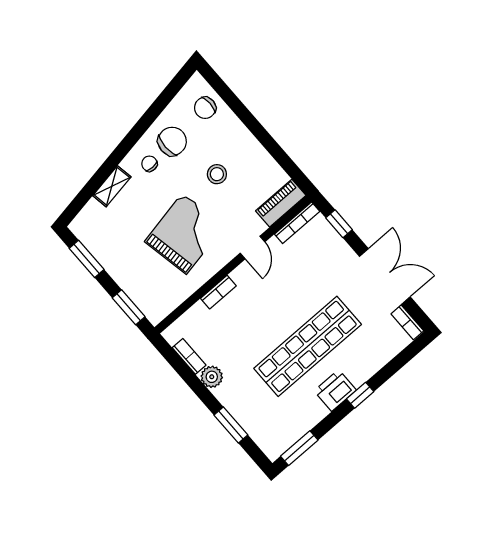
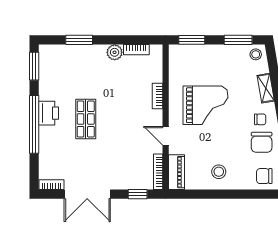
chair: (205, 108) -> (264, 176), turned -90
stool: (217, 174) -> (219, 172), moved
stool: (86, 227) -> (256, 54), added
grand piano: (184, 234) -> (205, 105), turned -79
shop shelf: (308, 346) -> (86, 119), width x0.50, depth x0.74
window: (360, 395) -> (34, 124), width x3.17

